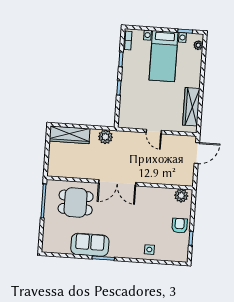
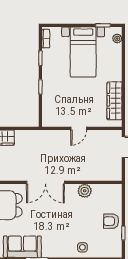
door: (154, 132) -> (79, 128), hinge flipped
plant: (105, 137) -> (30, 137), removed
plant: (181, 196) -> (85, 191), moved
armchair: (180, 226) -> (111, 221), turned -90

